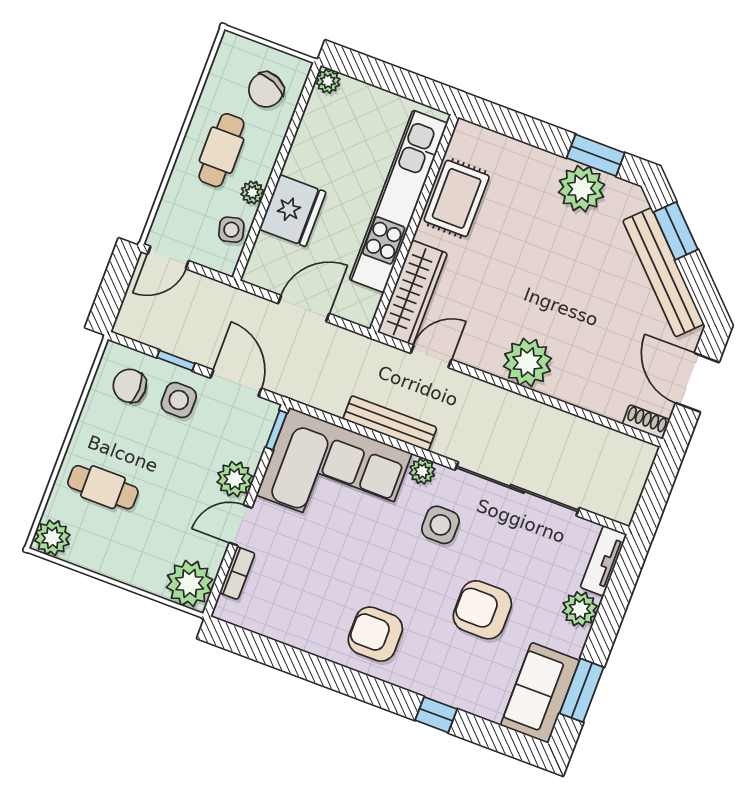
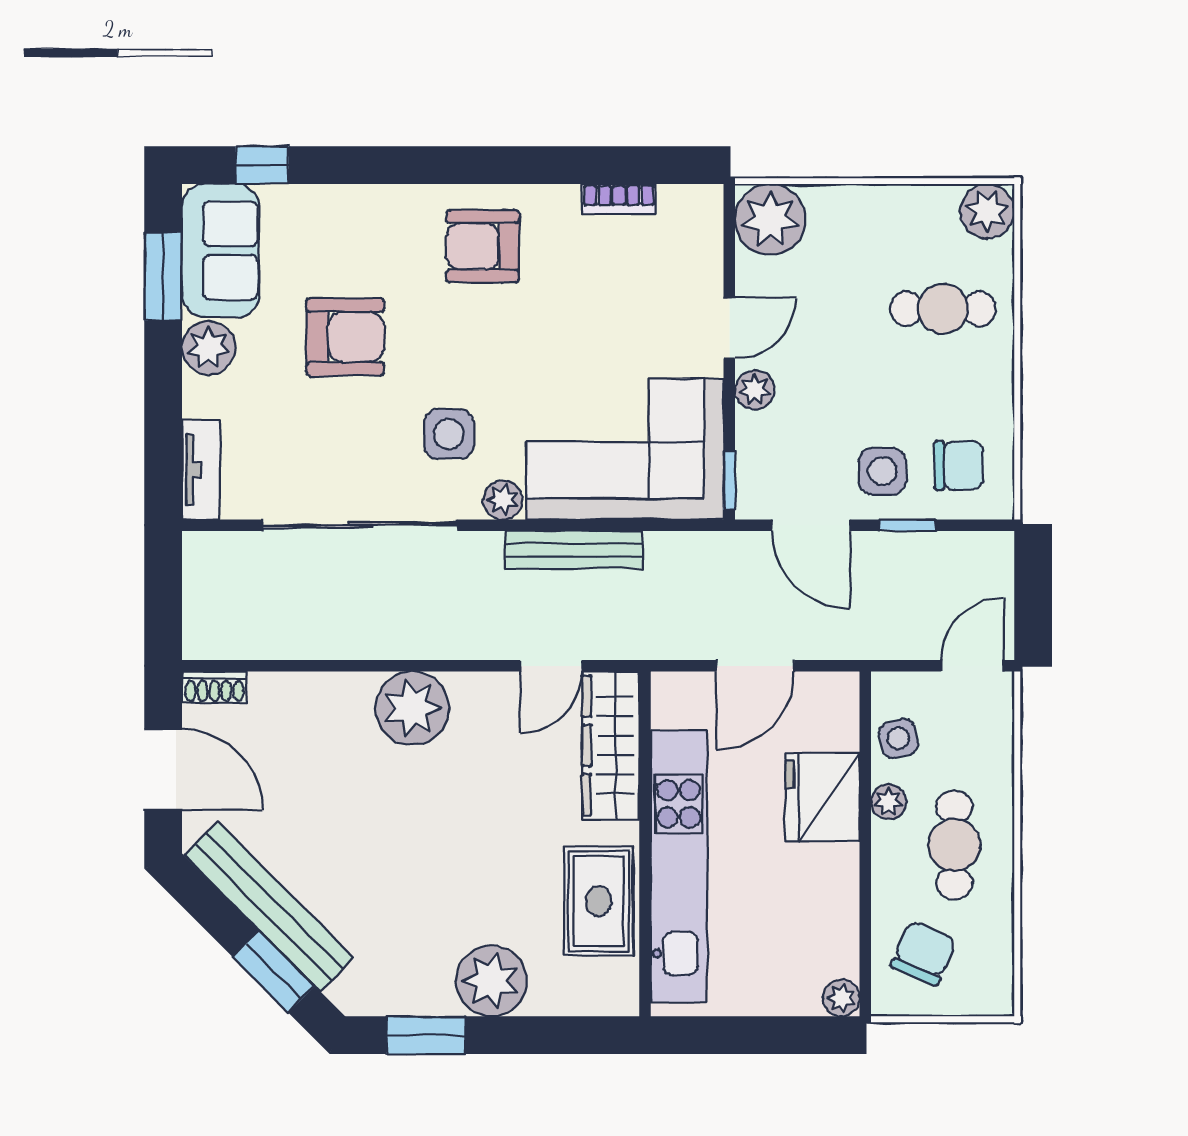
plant: (582, 189) -> (491, 981), moved
plant: (235, 479) -> (755, 390), width x0.73, depth x0.73
bookcase: (237, 573) -> (619, 199), moved, turned -90
plant: (580, 609) -> (209, 348), moved
armchair: (375, 634) -> (483, 246), turned 180
window: (436, 715) -> (262, 165), moved

